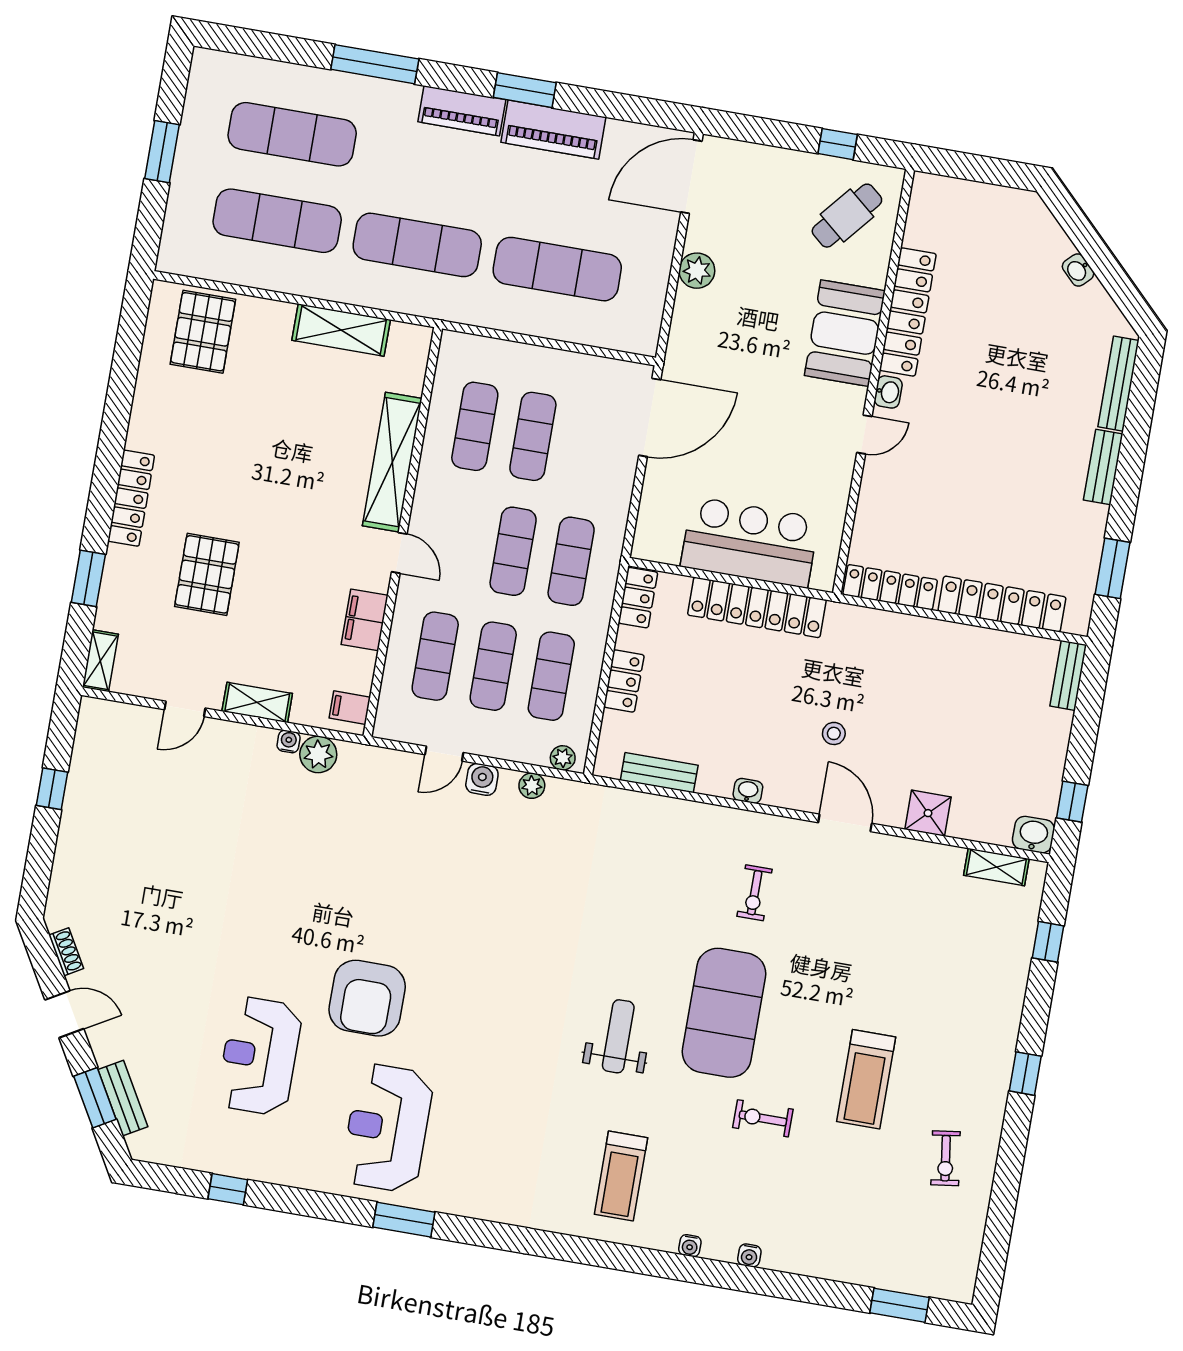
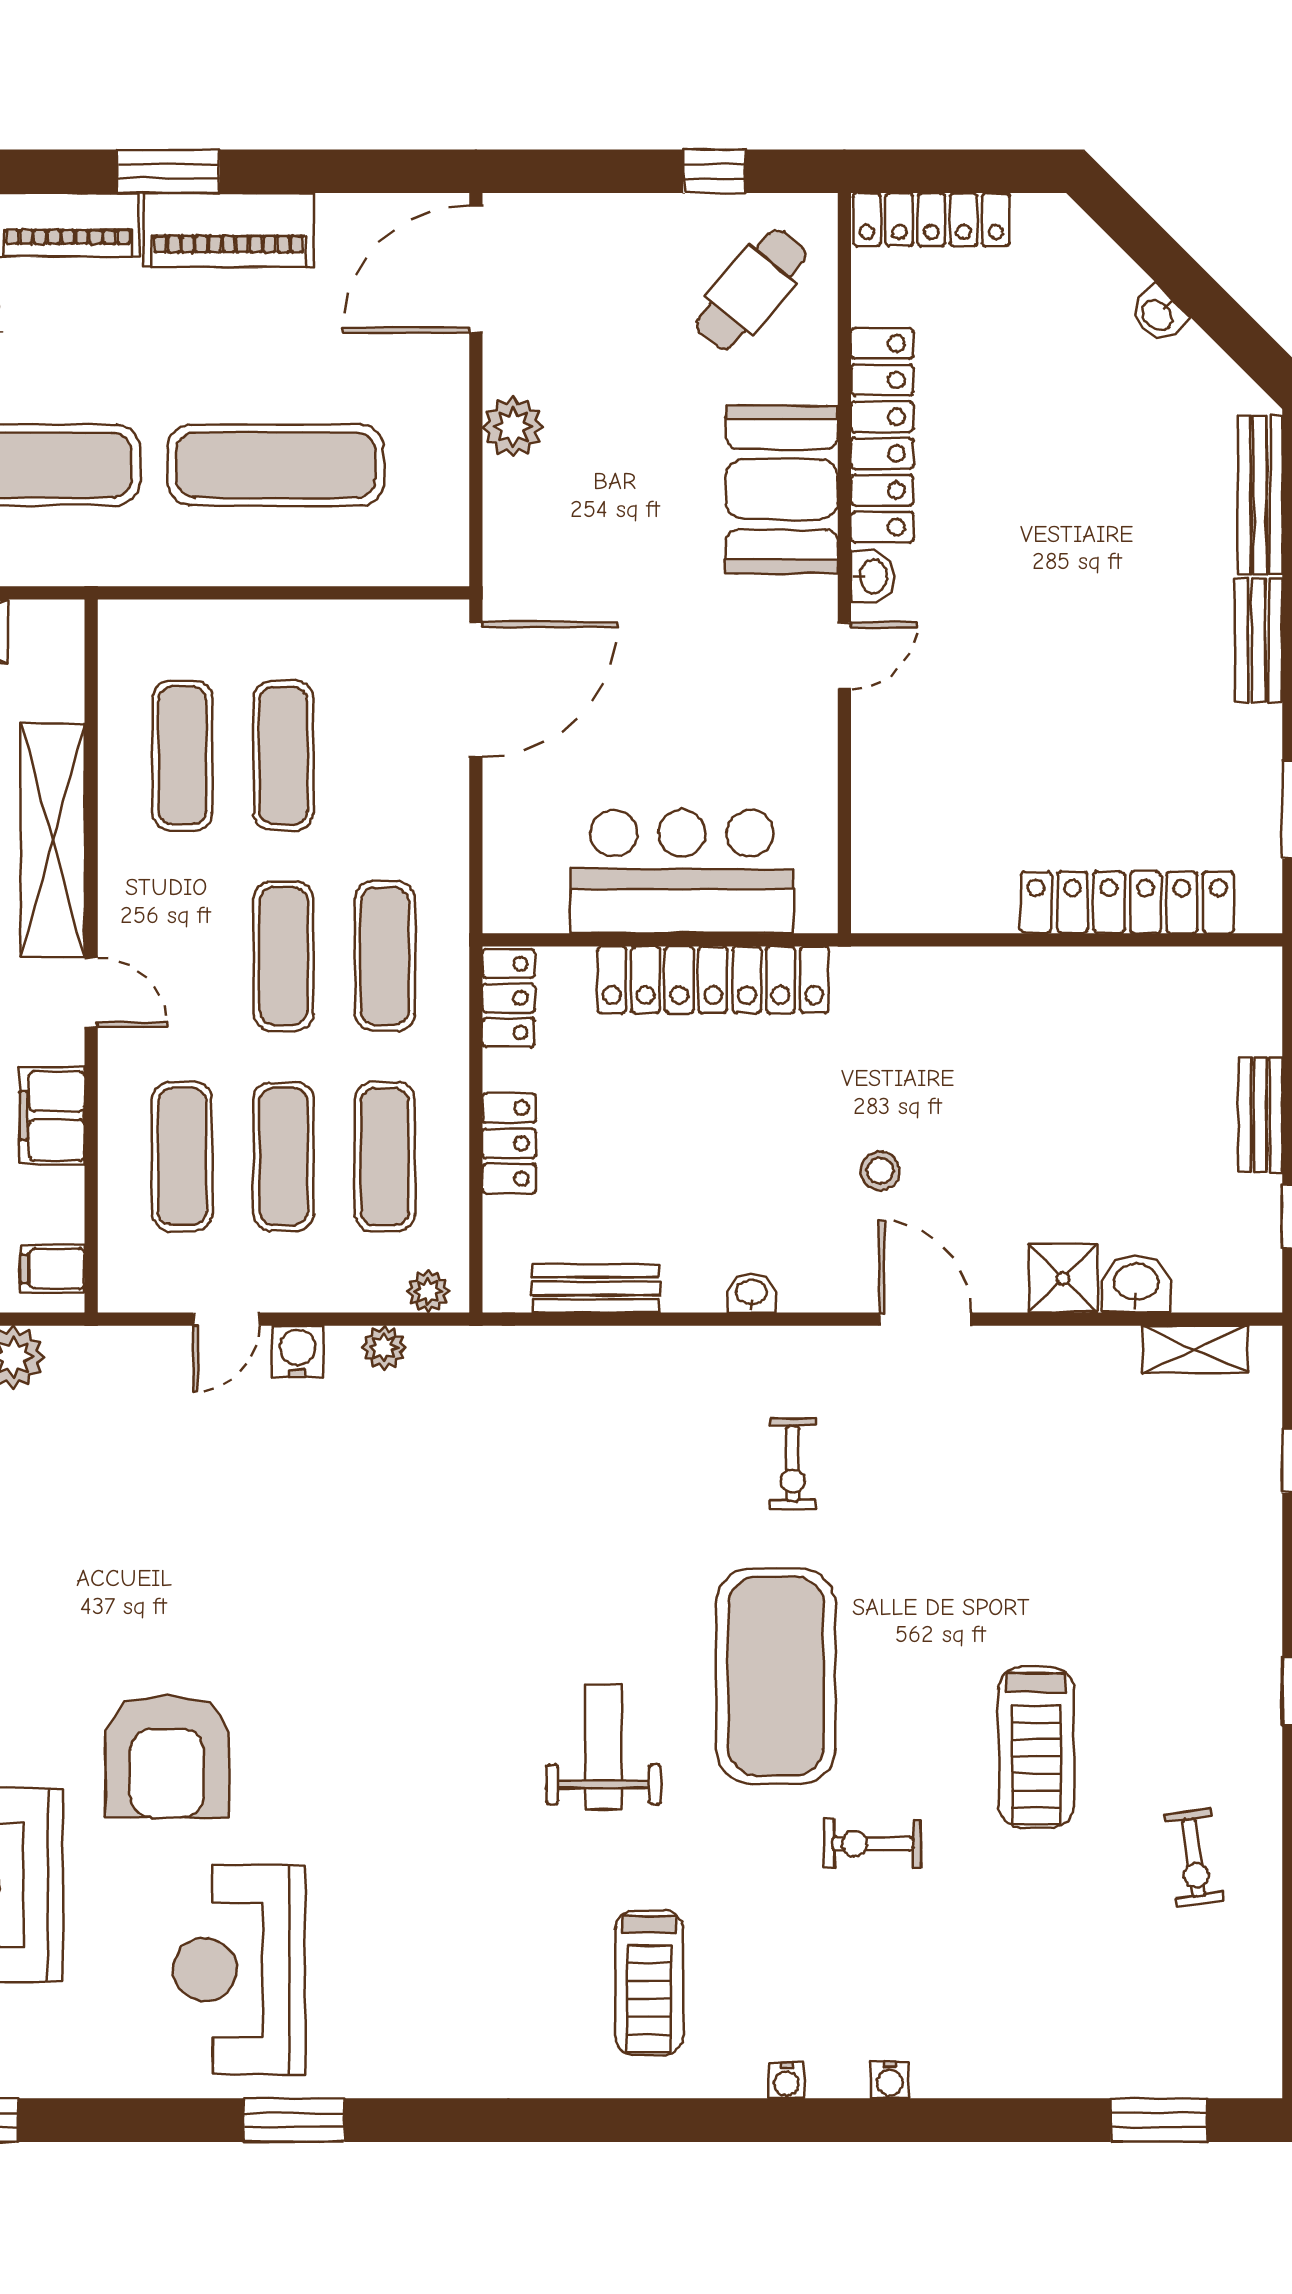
locker: (890, 587) -> (931, 220), moved, turned 180
bench: (1068, 675) -> (1260, 1115), moved
washbasin: (1033, 835) -> (1136, 1284), moved

